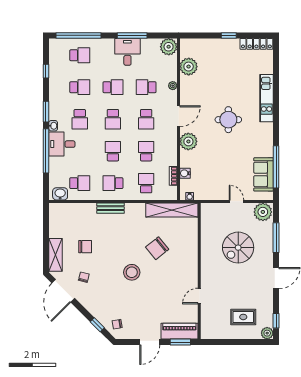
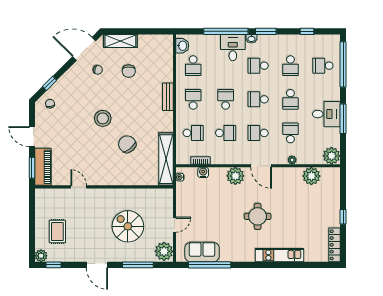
school desk: (80, 55) -> (323, 66), turned 90
school desk: (113, 151) -> (226, 99), turned -90

